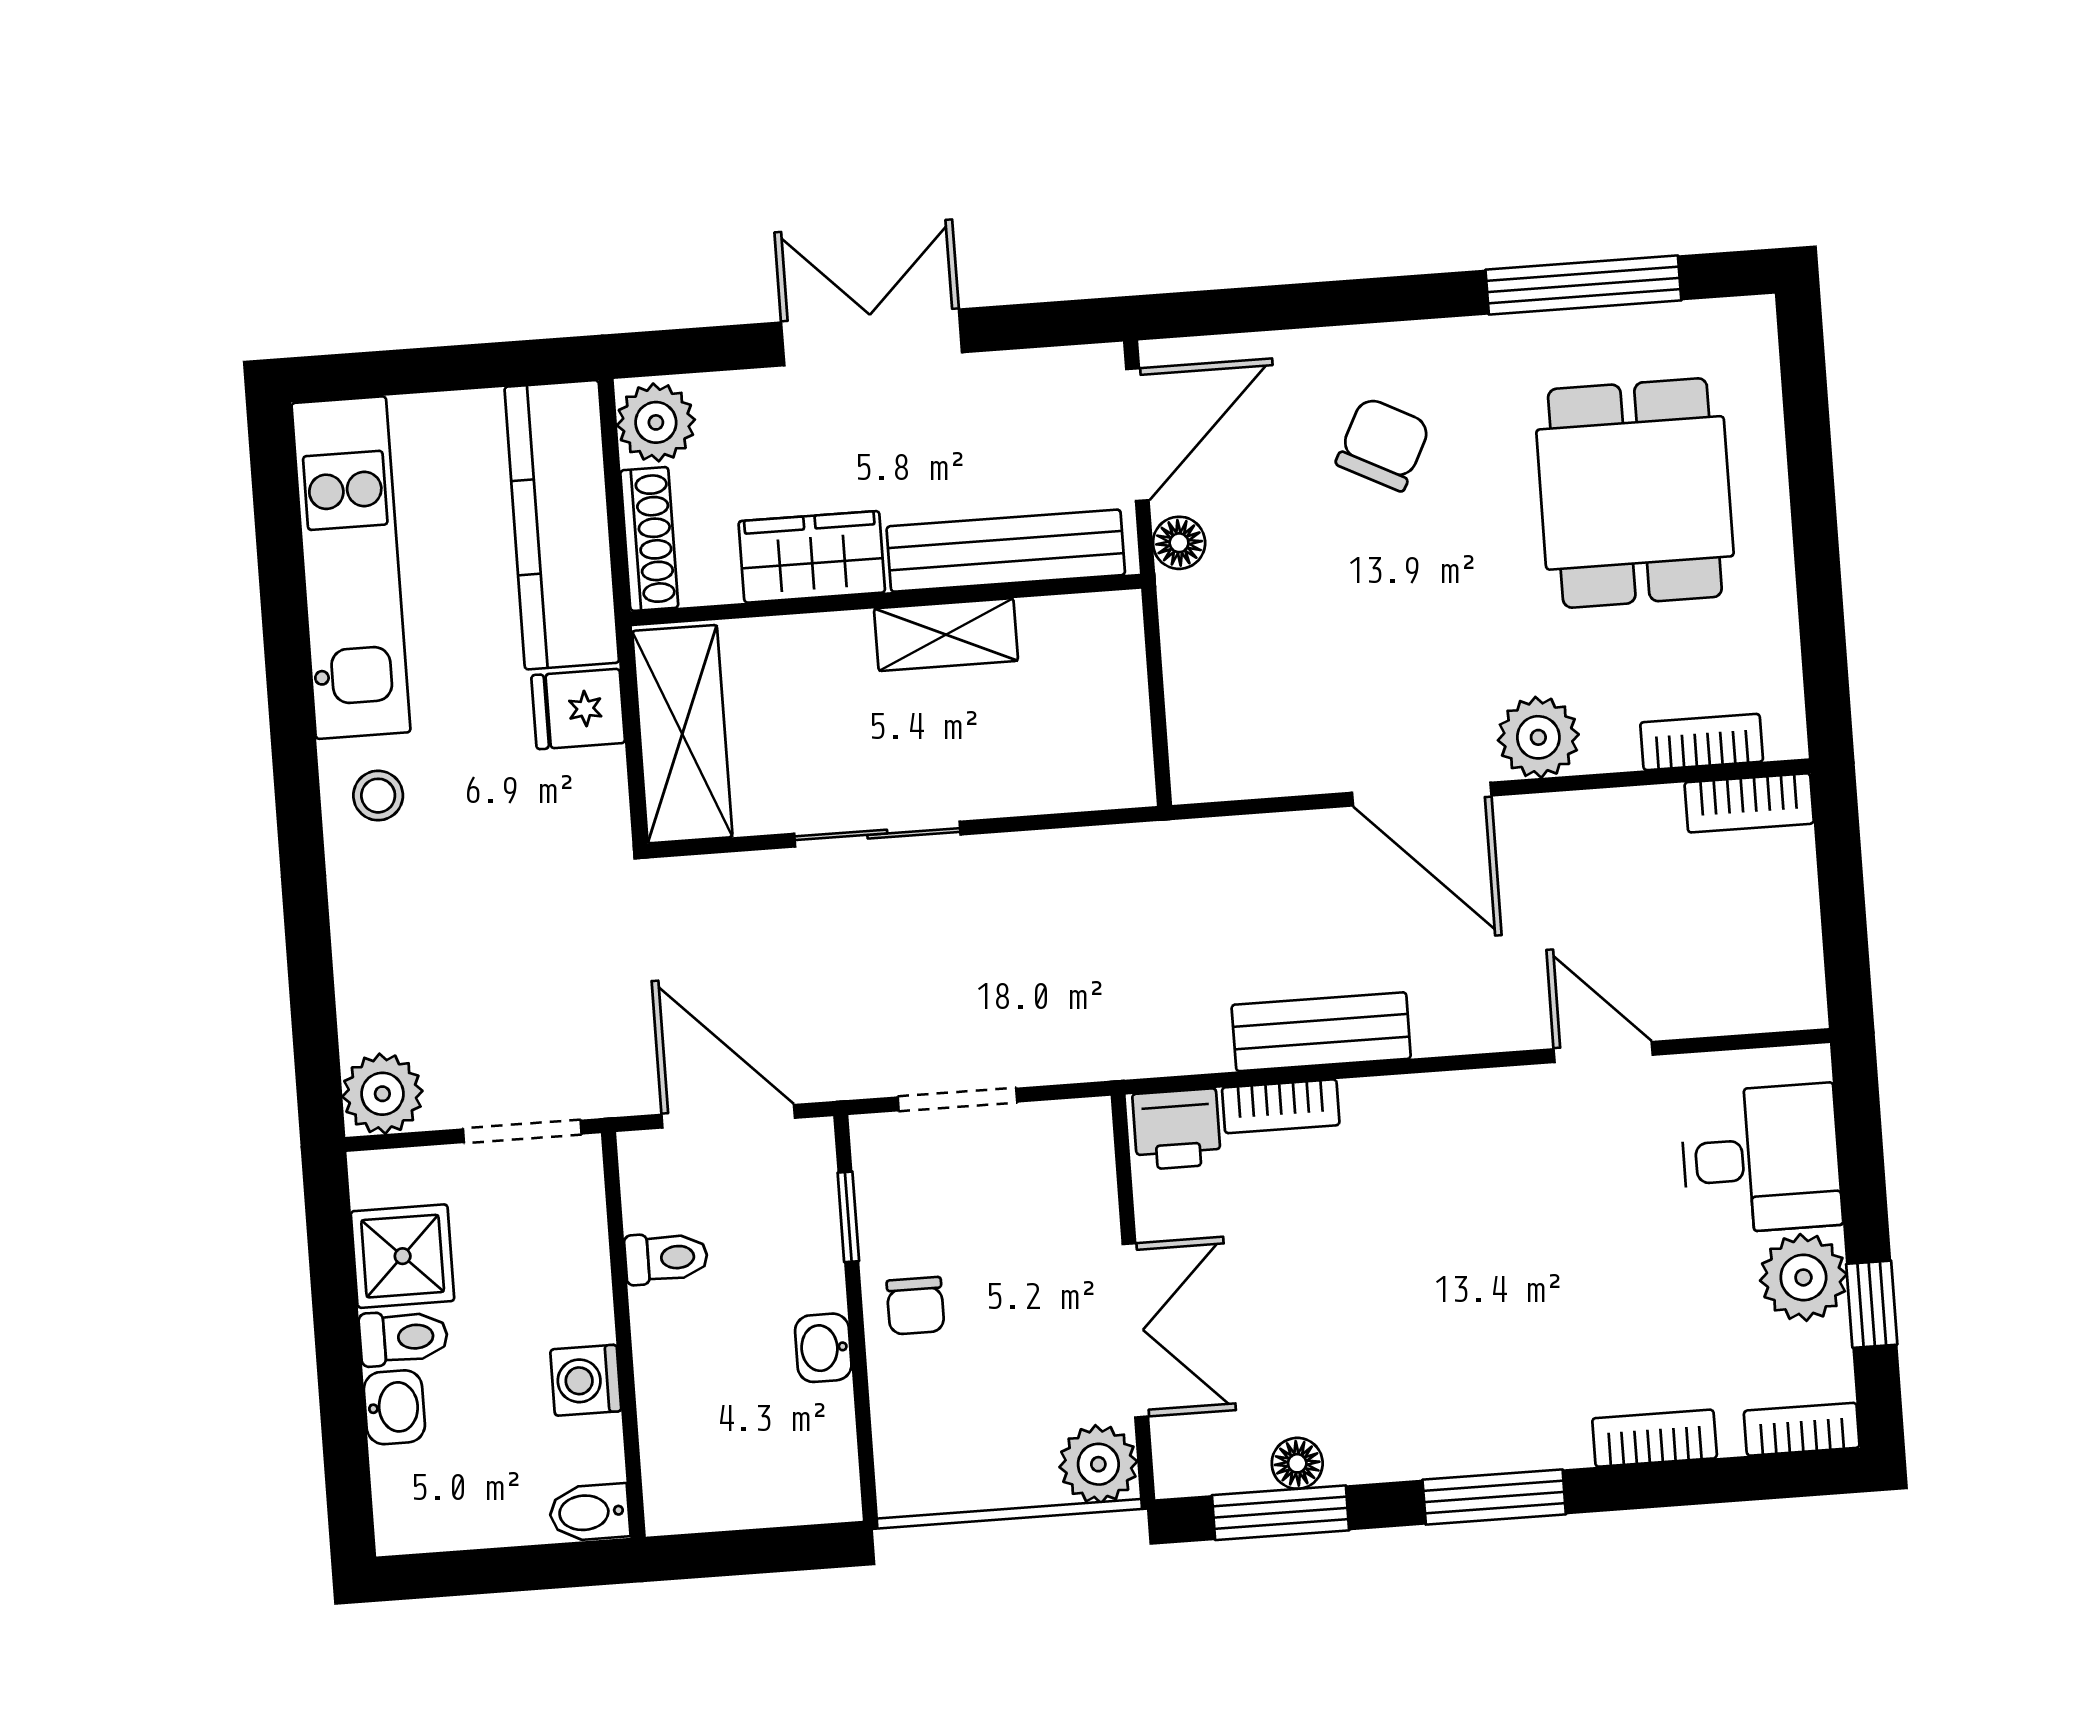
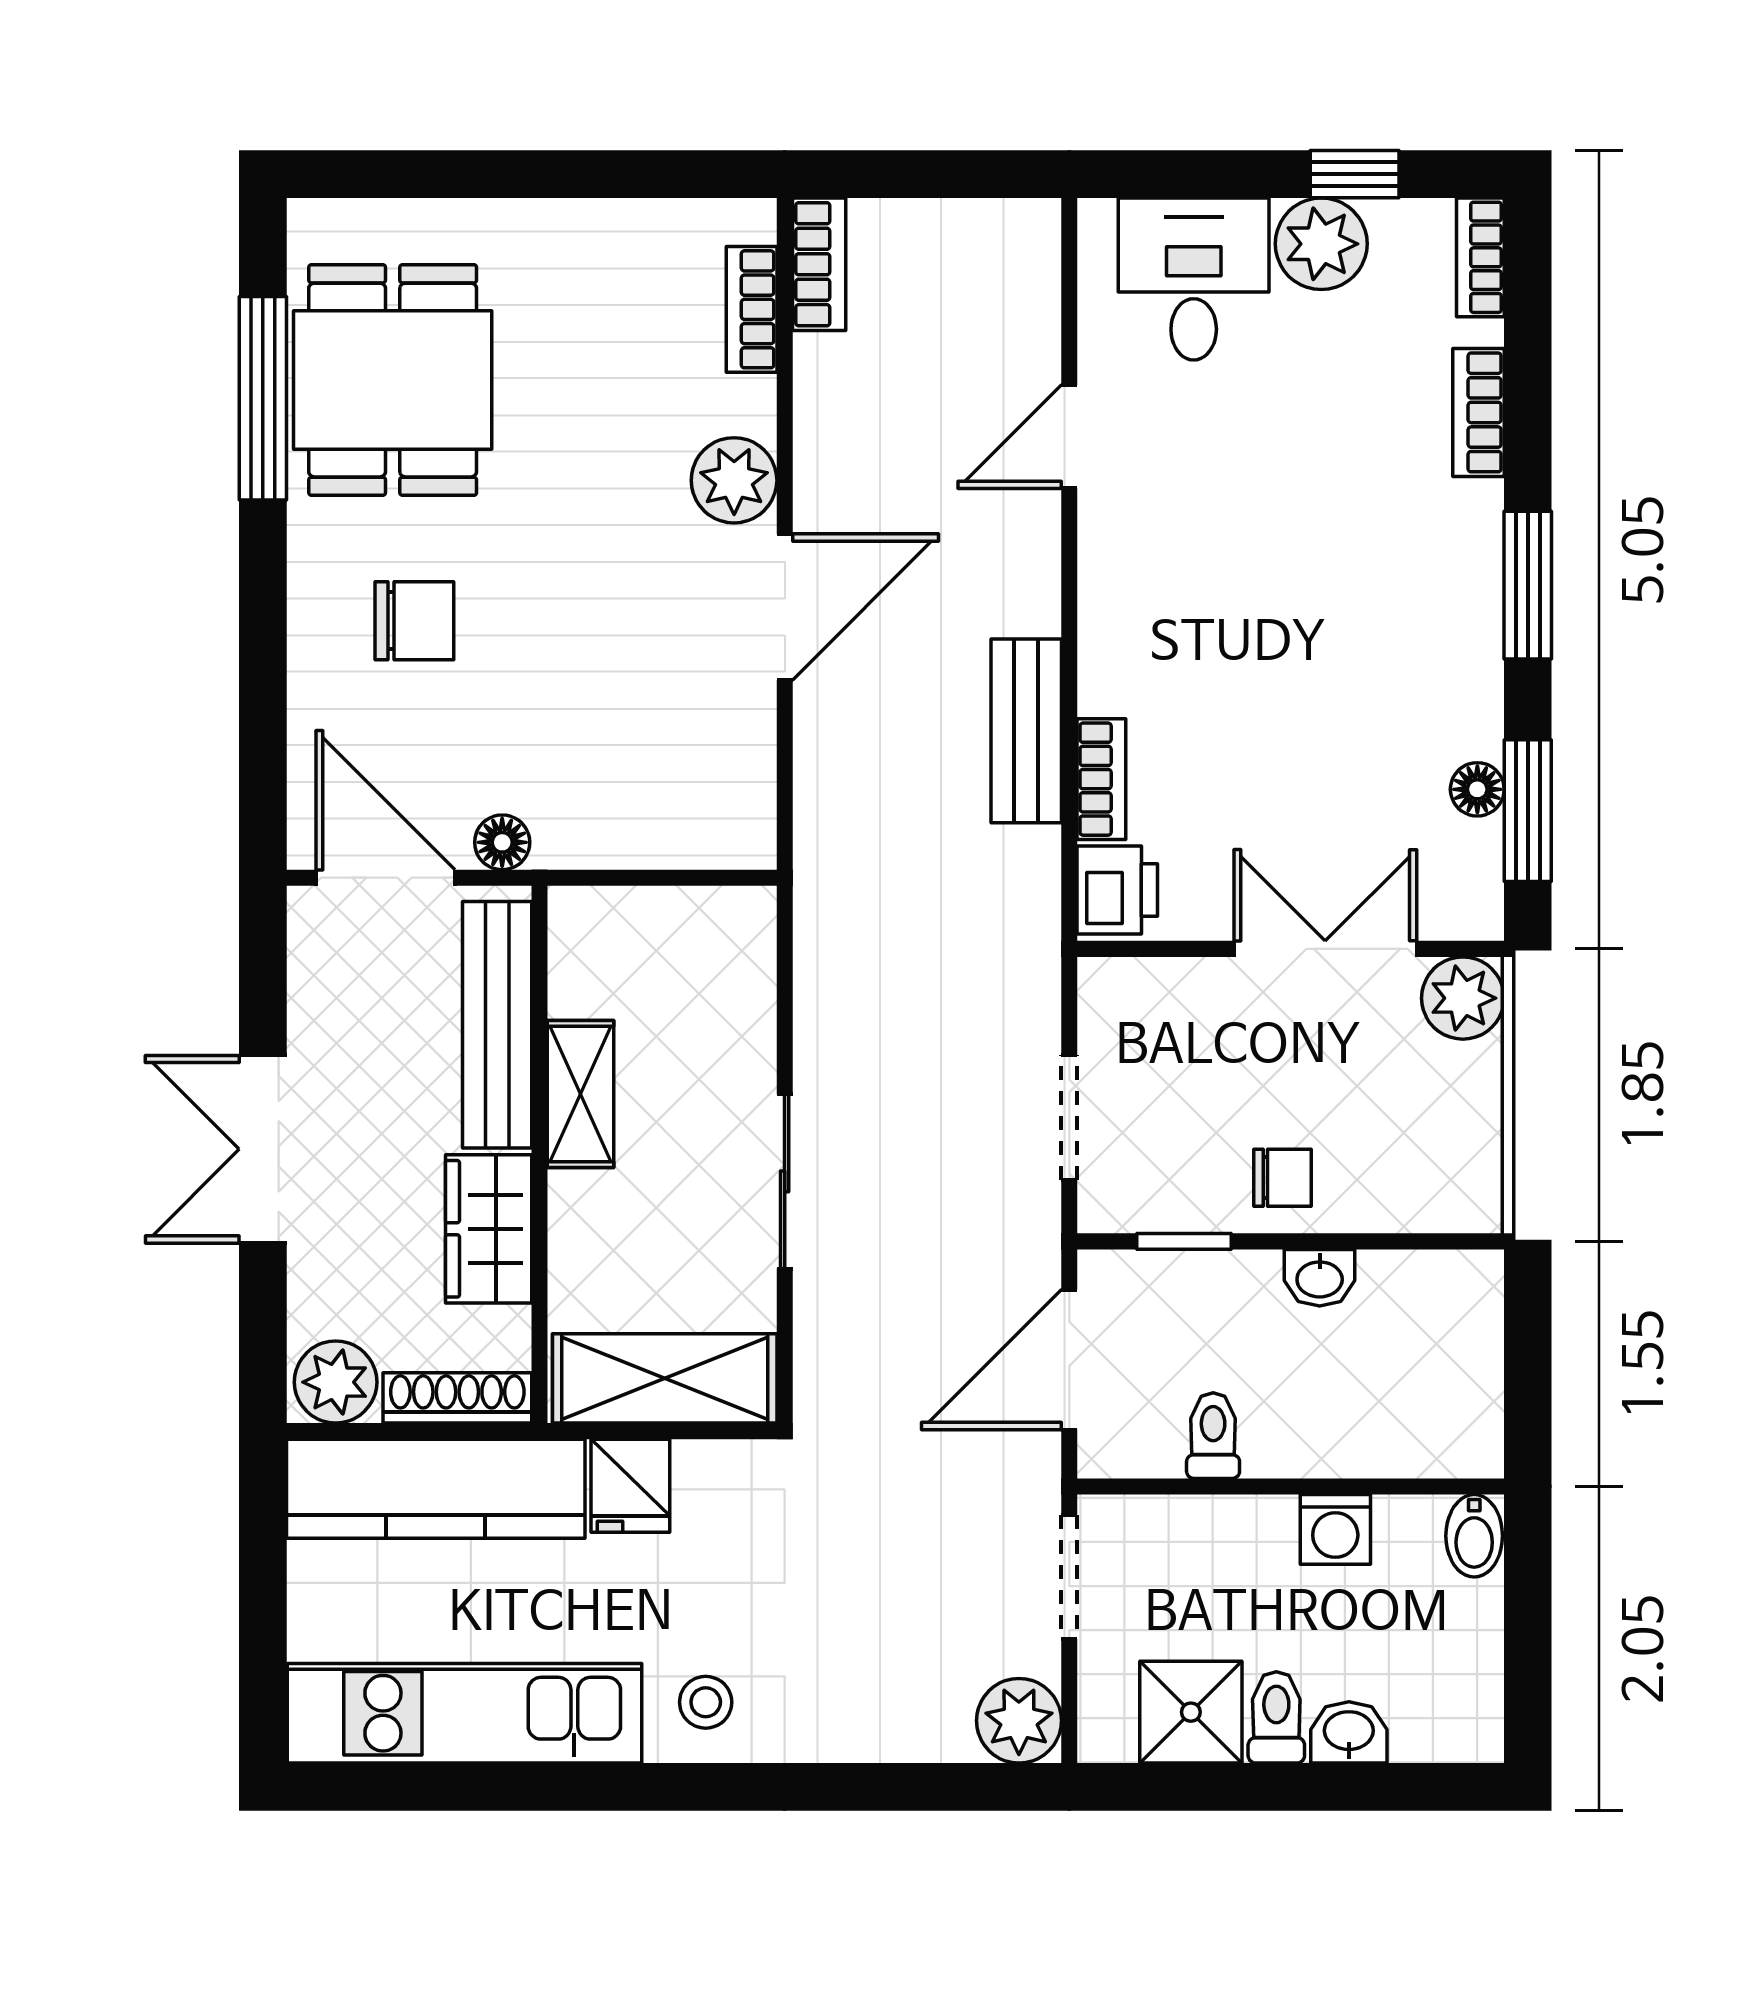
chair: (1383, 444) -> (414, 621), turned 153
dining table: (1635, 493) -> (393, 380), moved, turned 90

